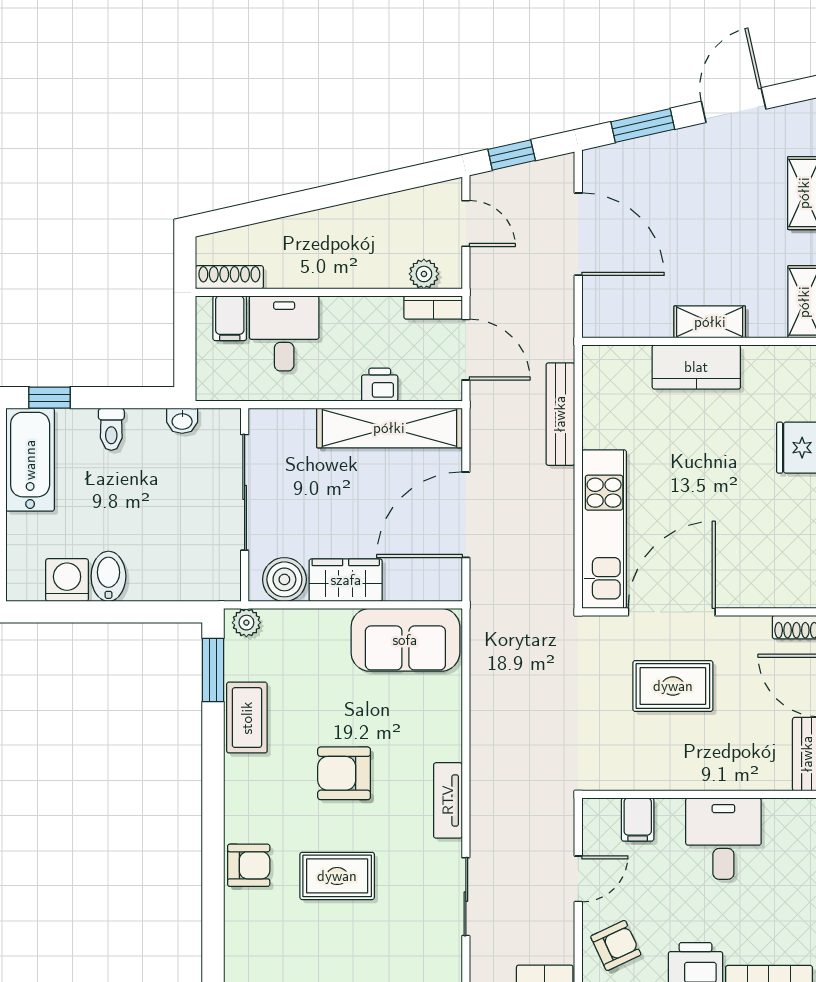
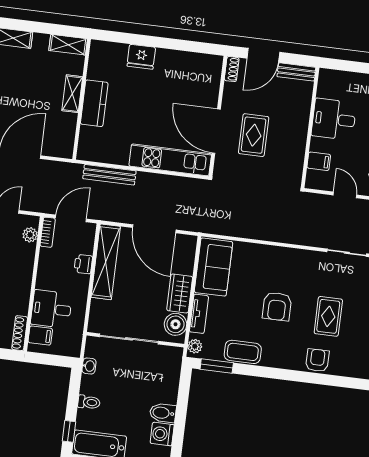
tv unit: (448, 800) -> (199, 314), moved, turned -90

